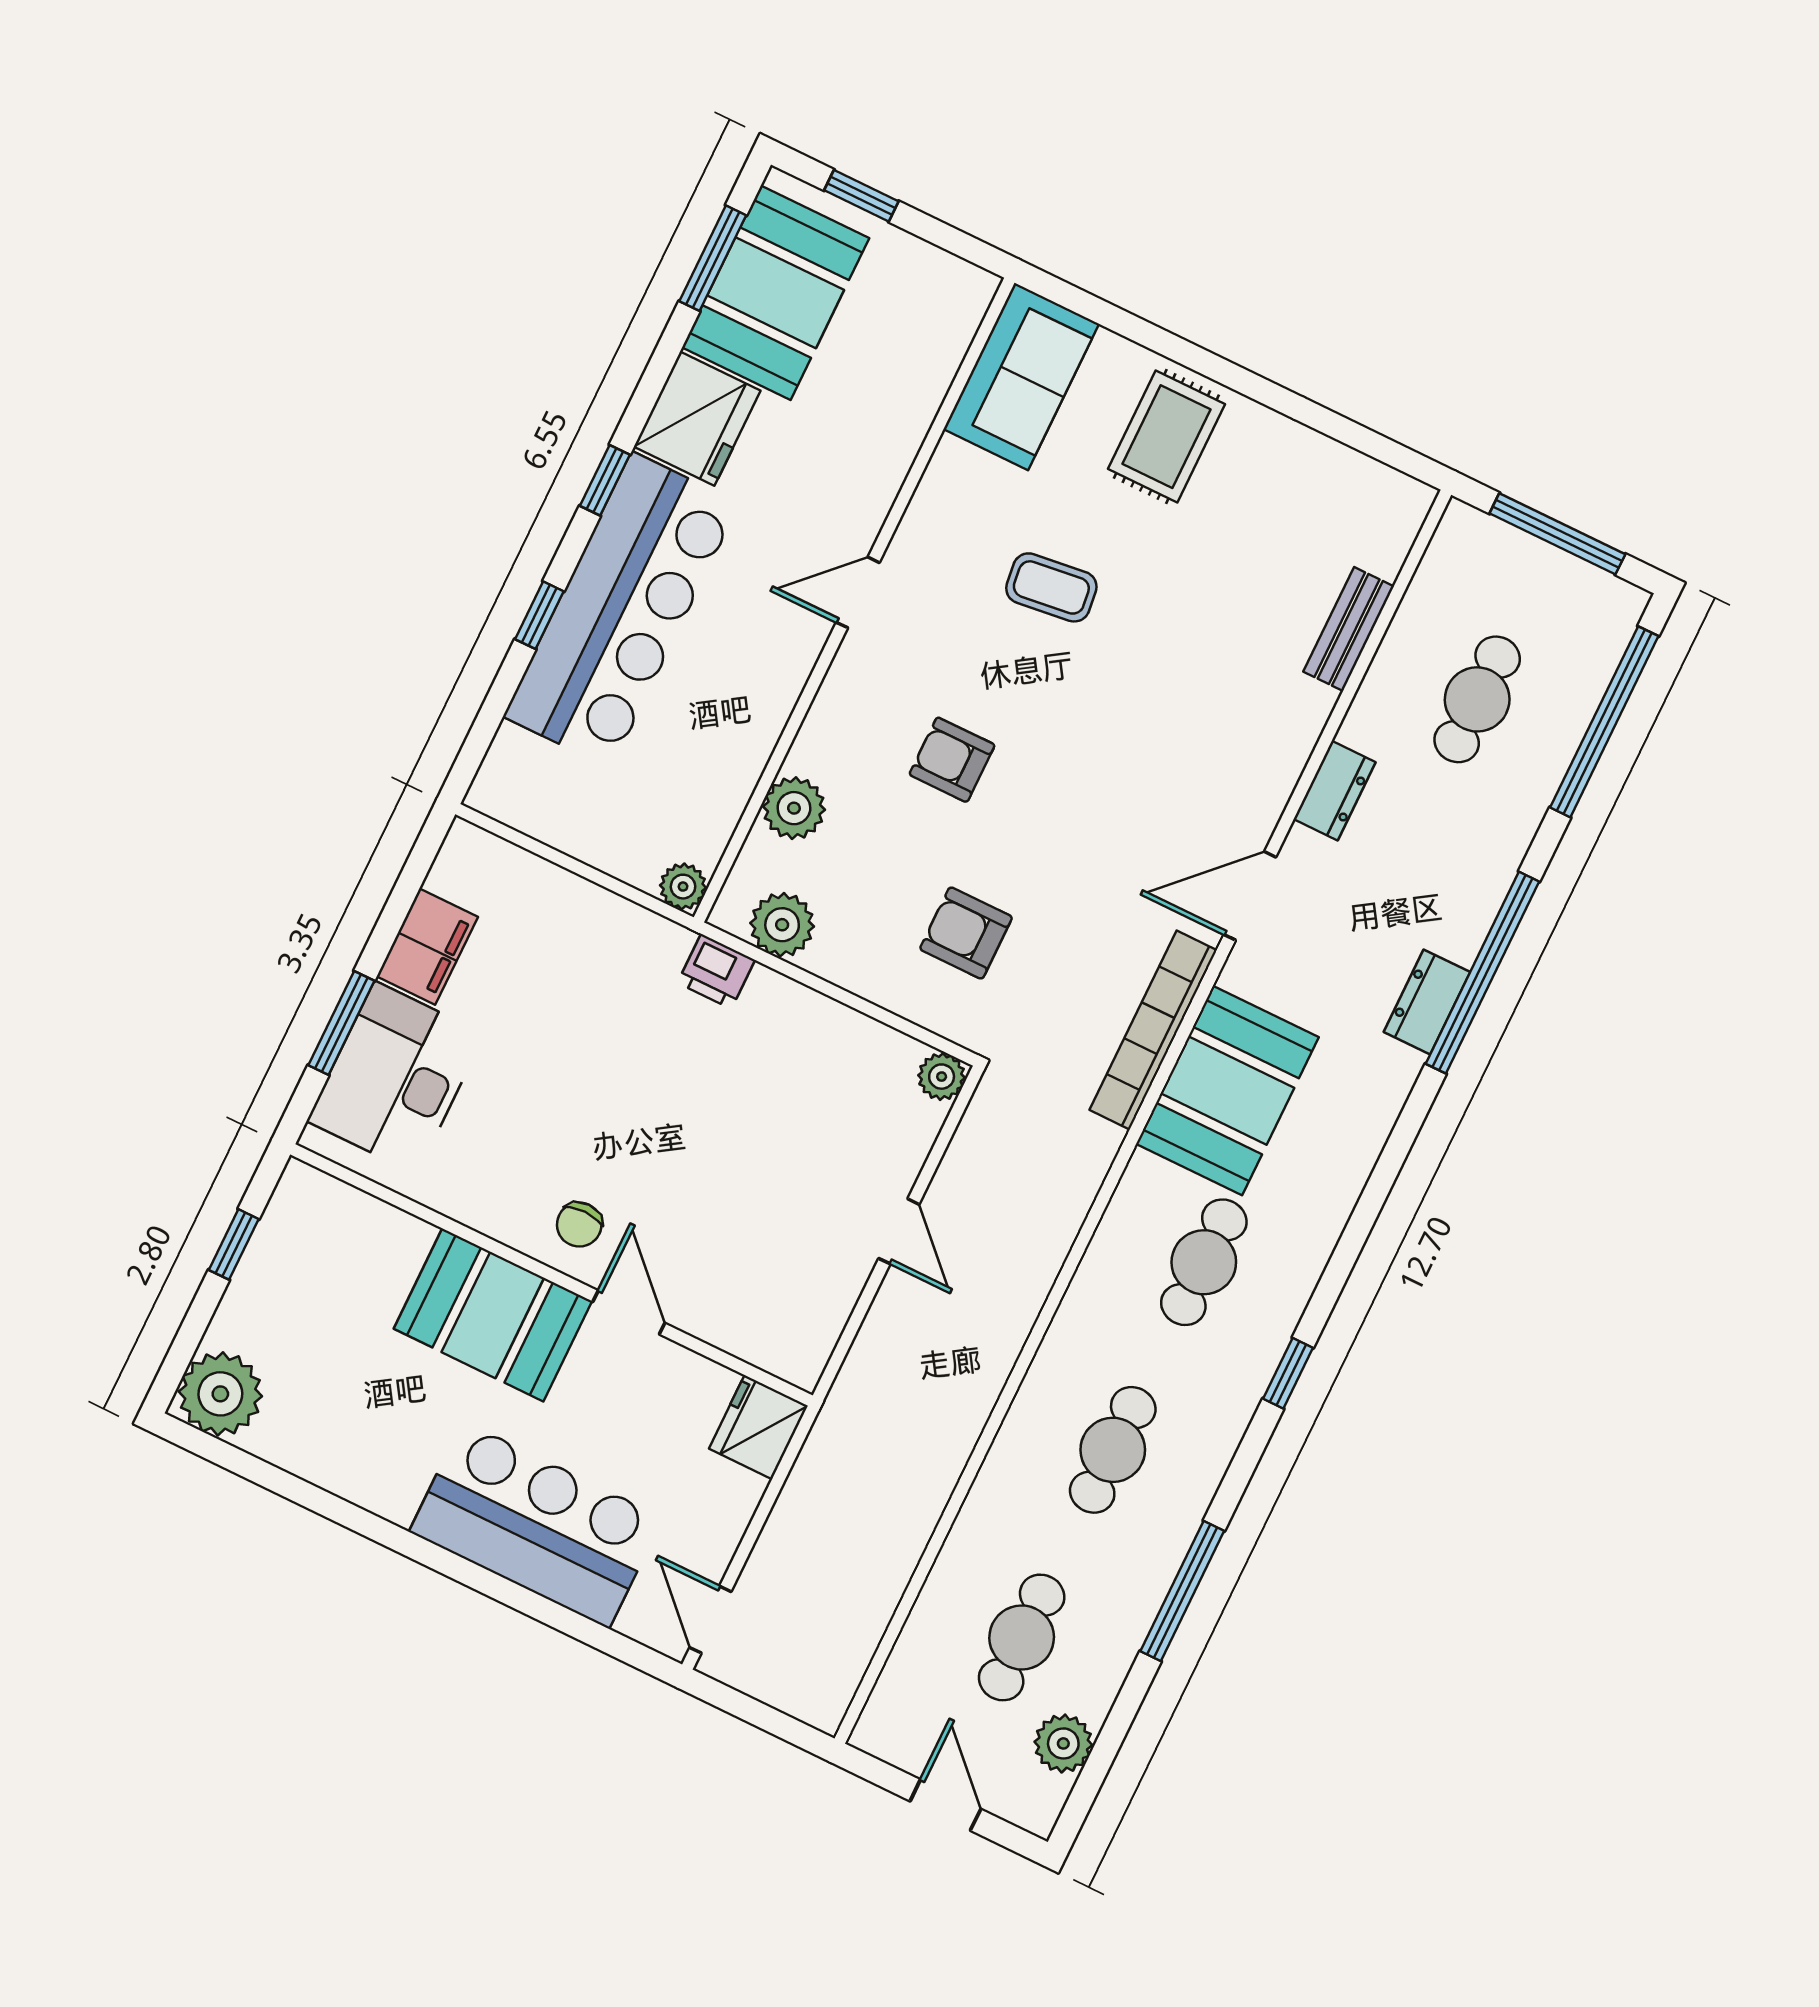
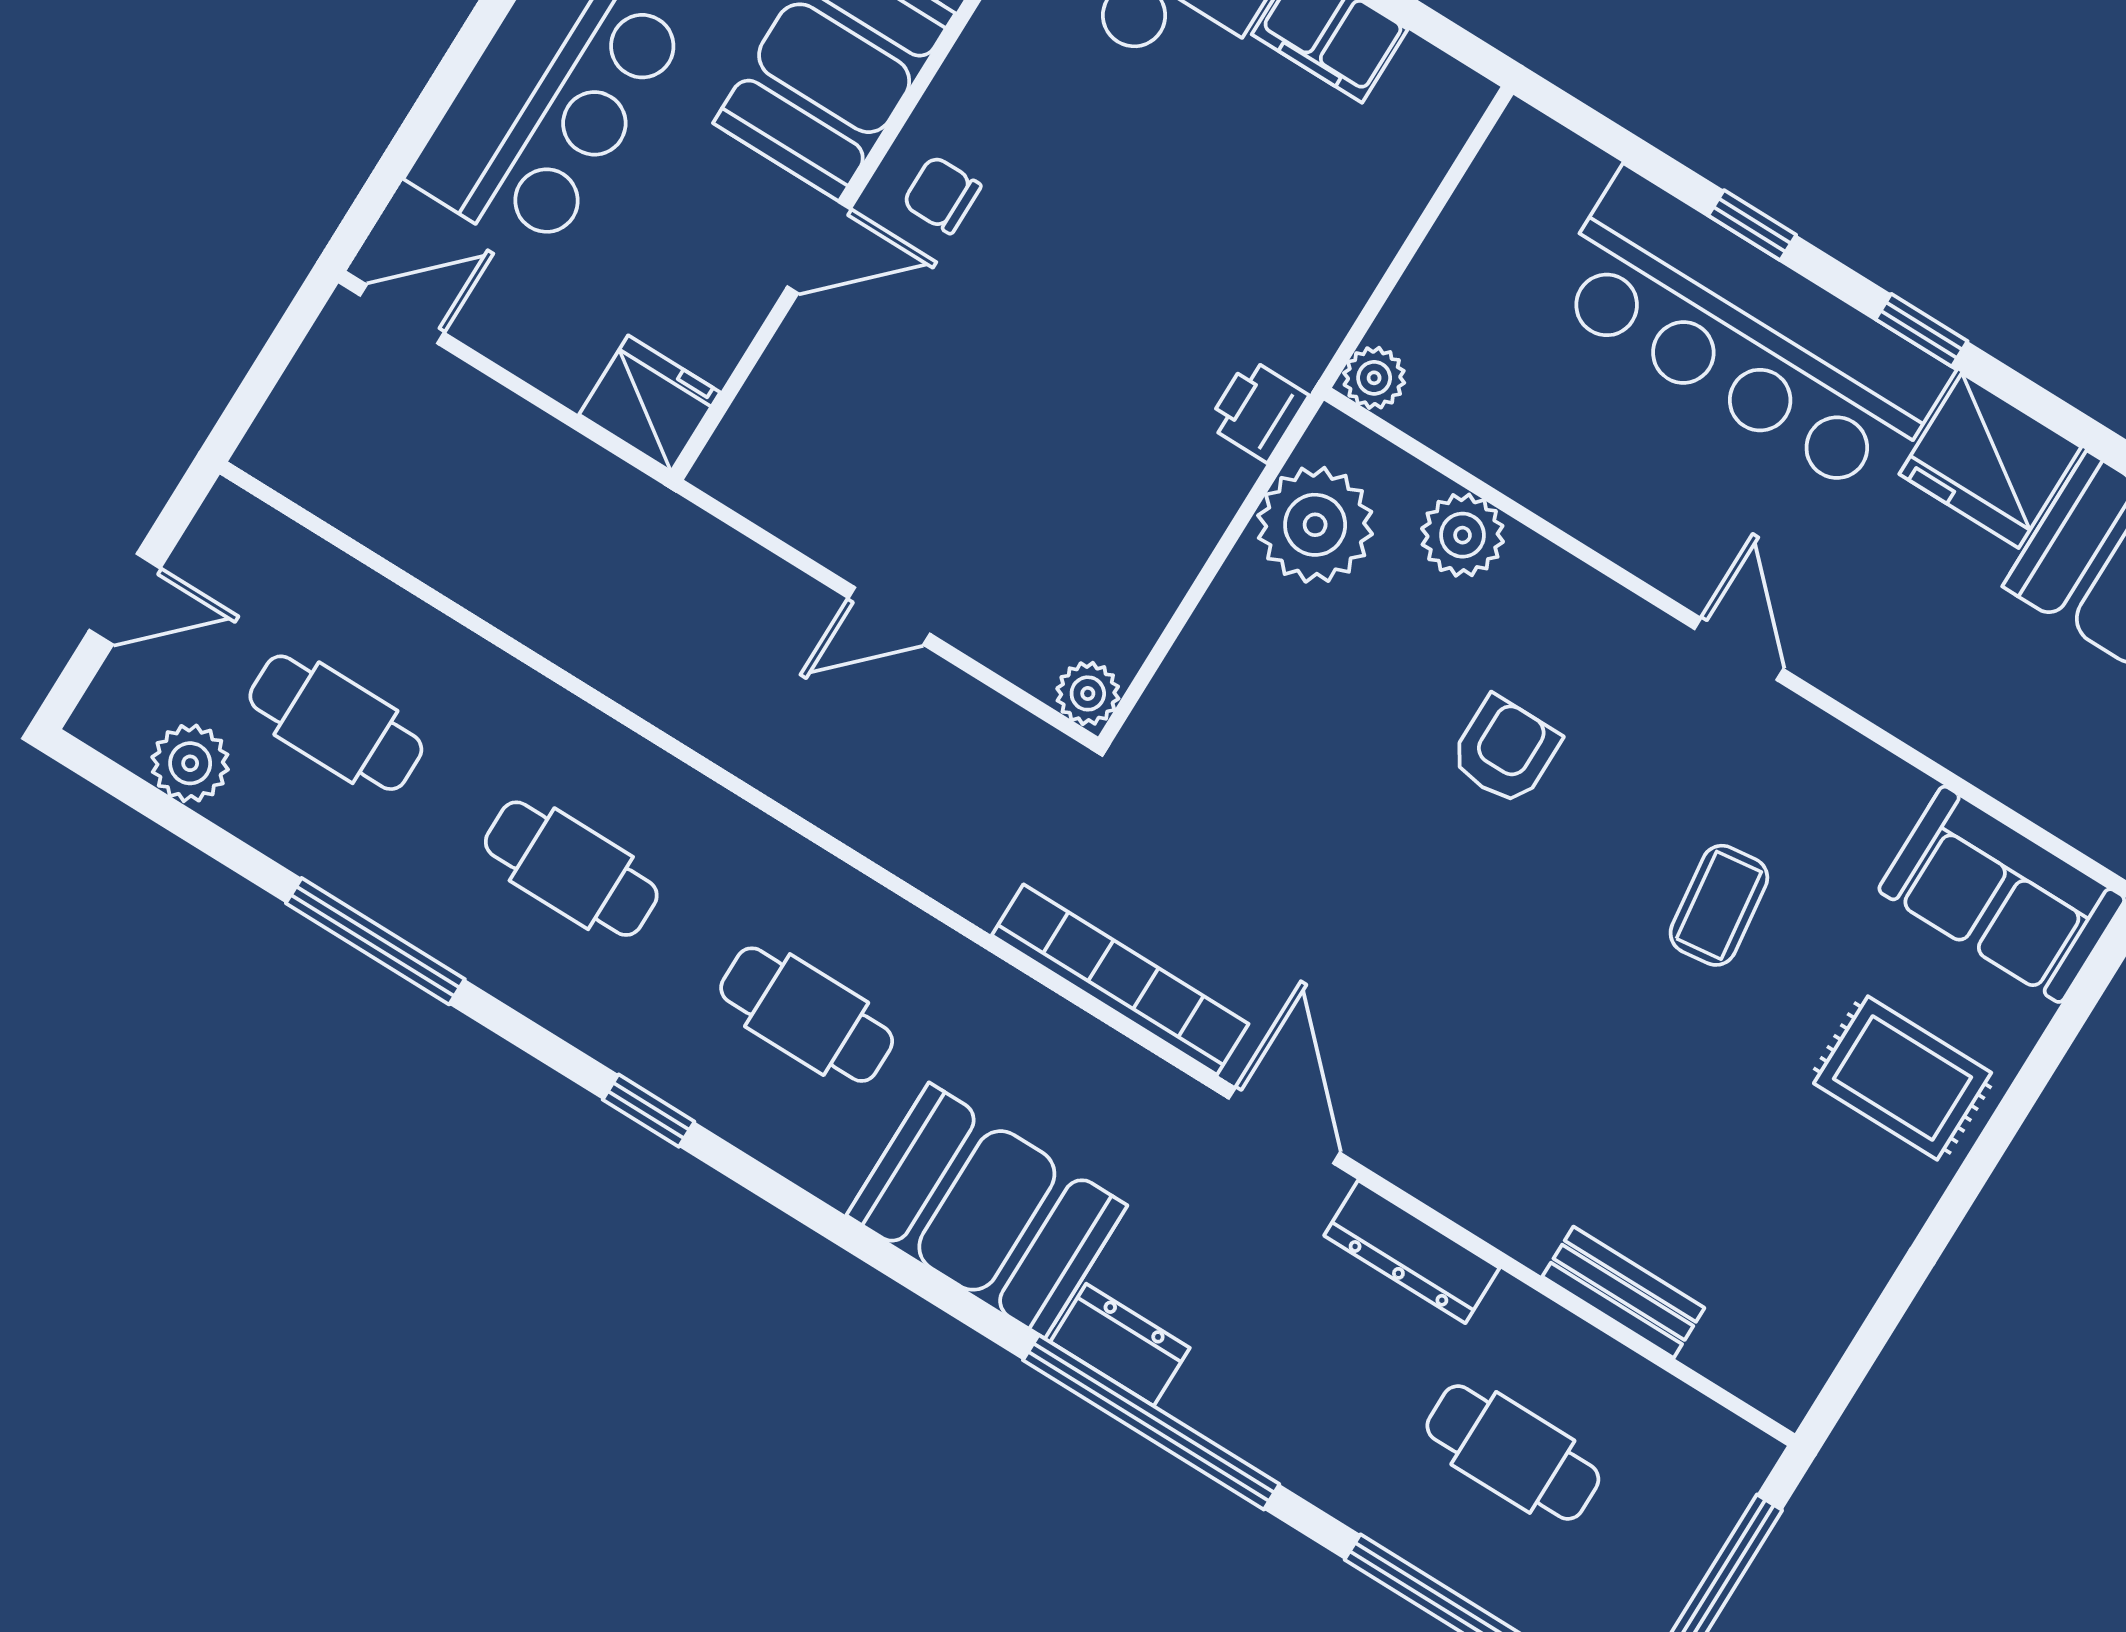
dresser: (1335, 791) -> (1412, 1252), width x1.44
plant: (782, 925) -> (1315, 525), width x1.36, depth x1.36
armchair: (966, 933) -> (1274, 745), removed
booth: (1227, 1091) -> (987, 1210), moved

